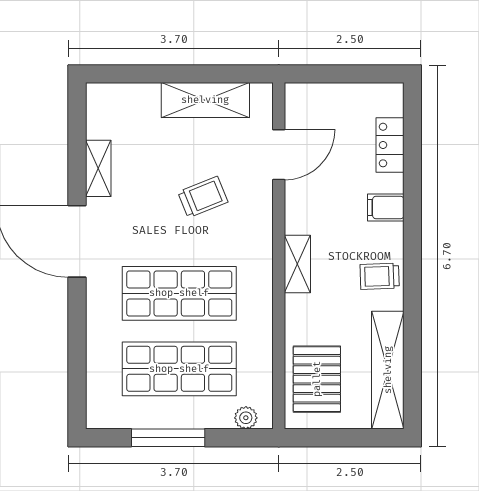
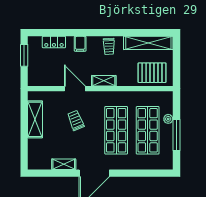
window: (358, 74) -> (24, 55), added
door: (279, 155) -> (75, 89), moved
plant: (246, 418) -> (168, 119), moved

